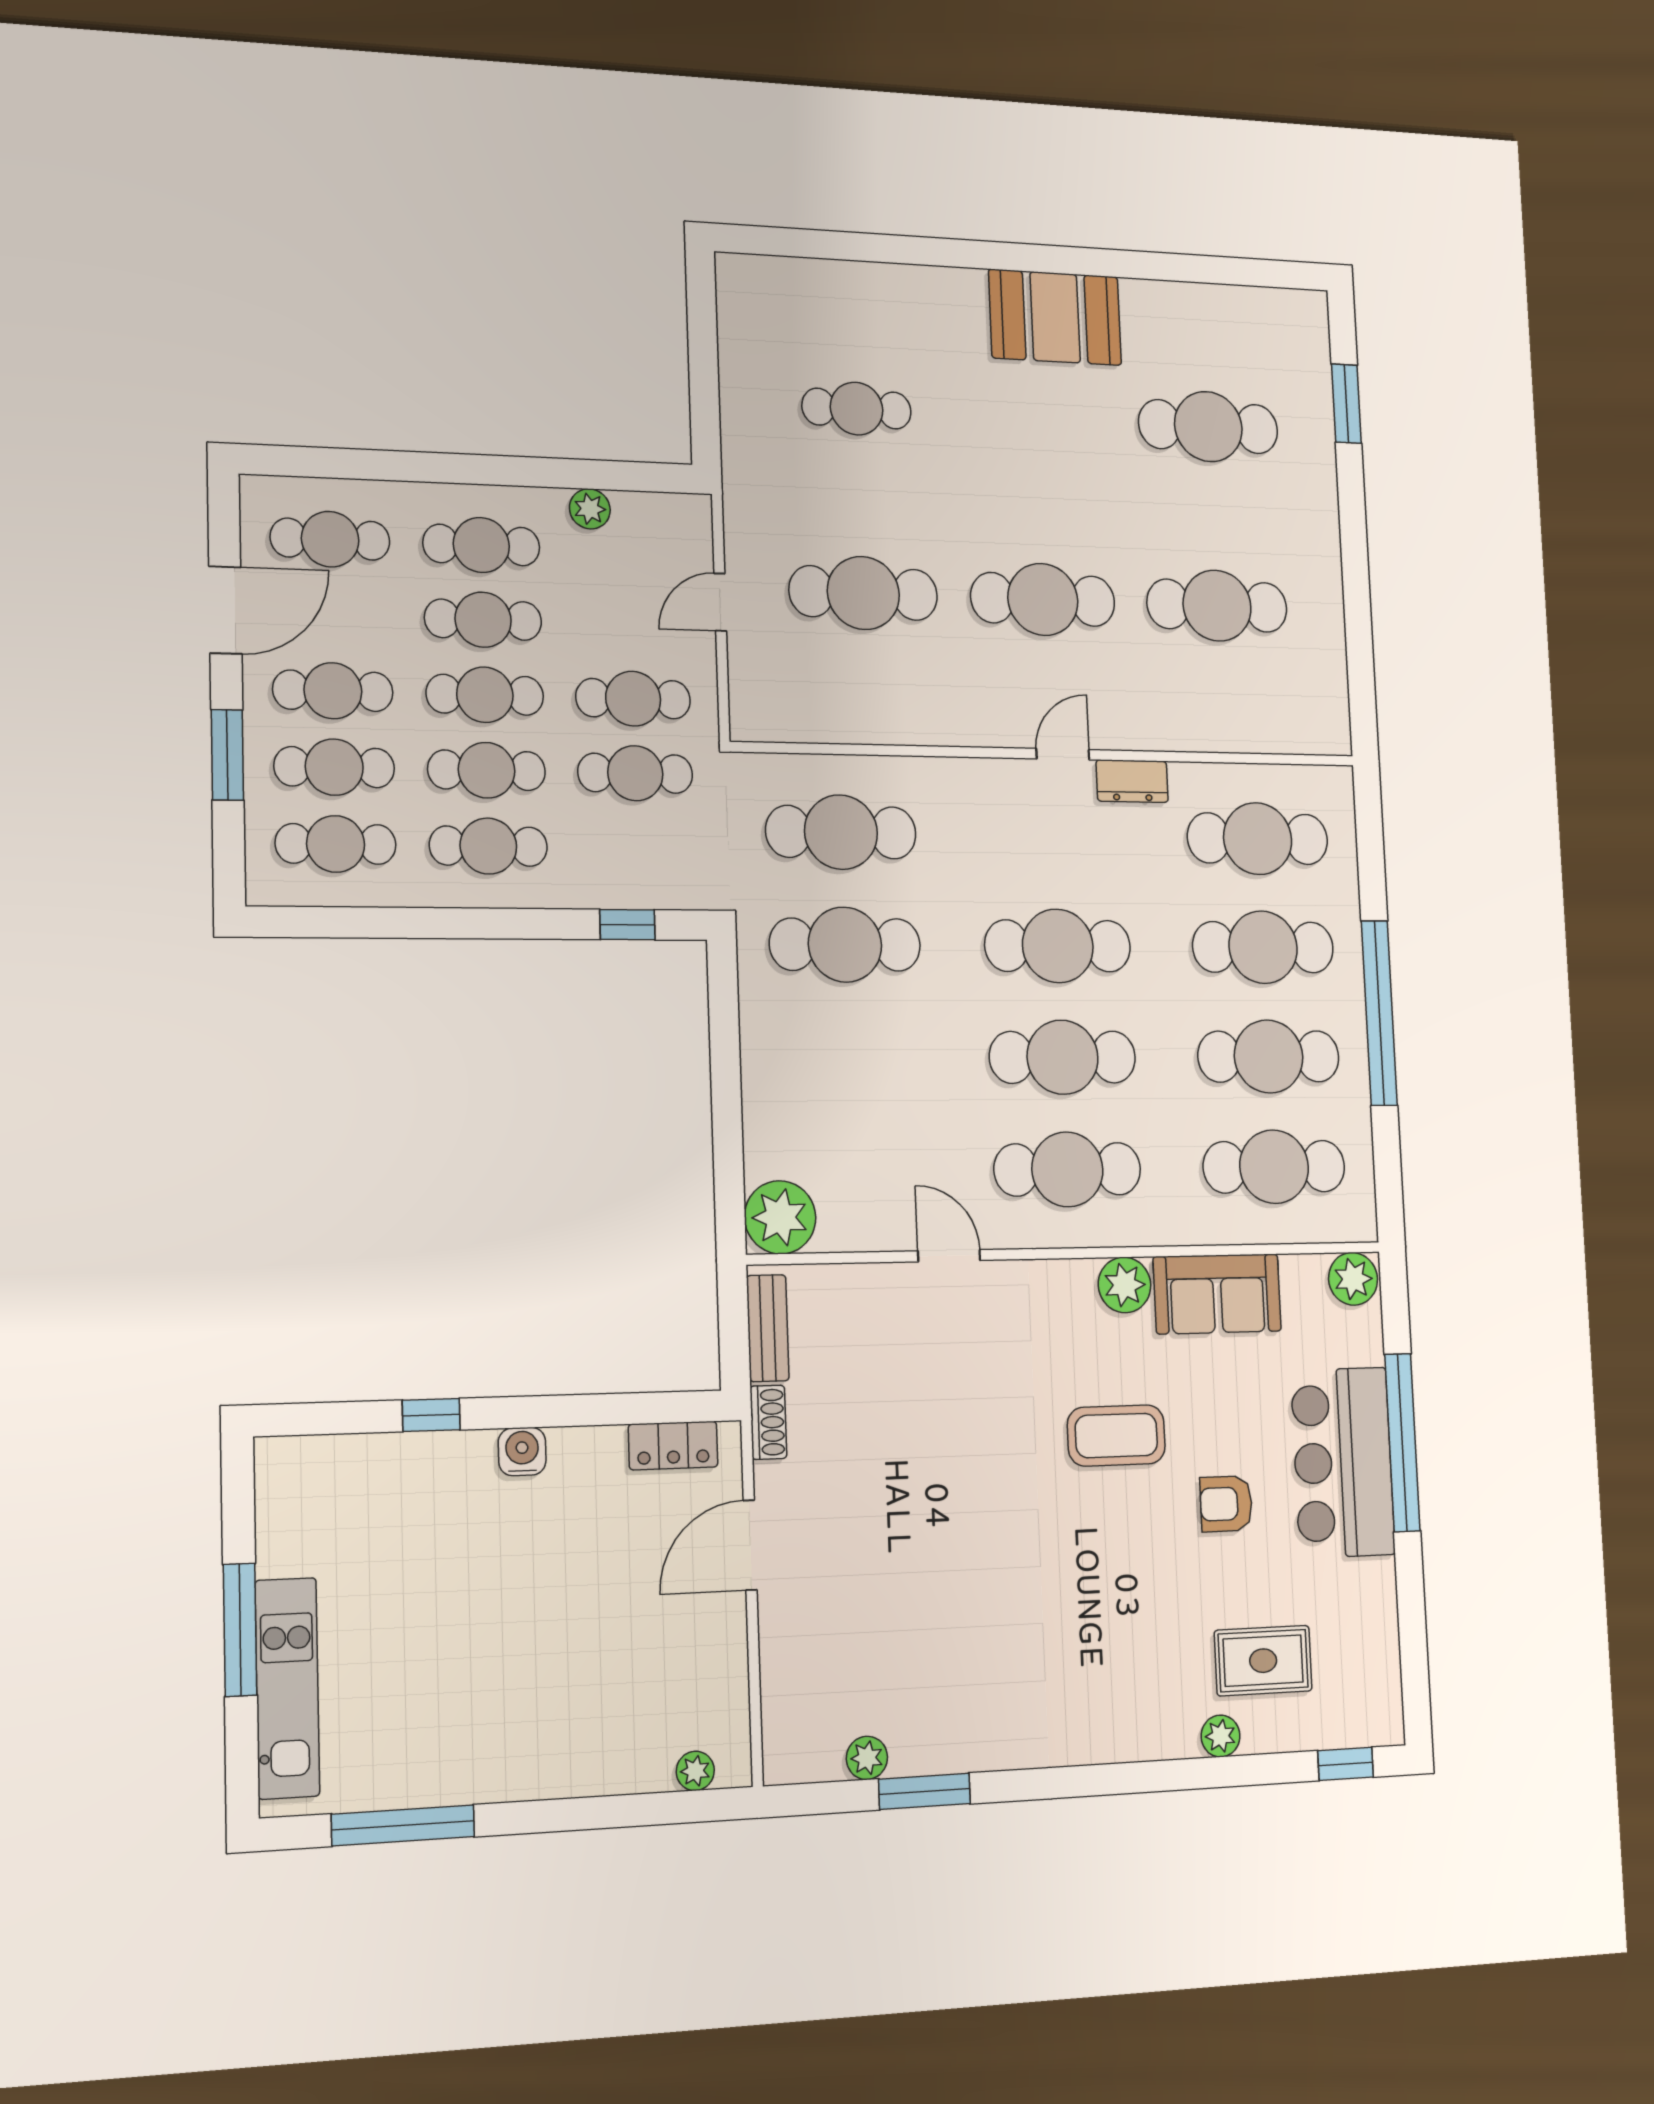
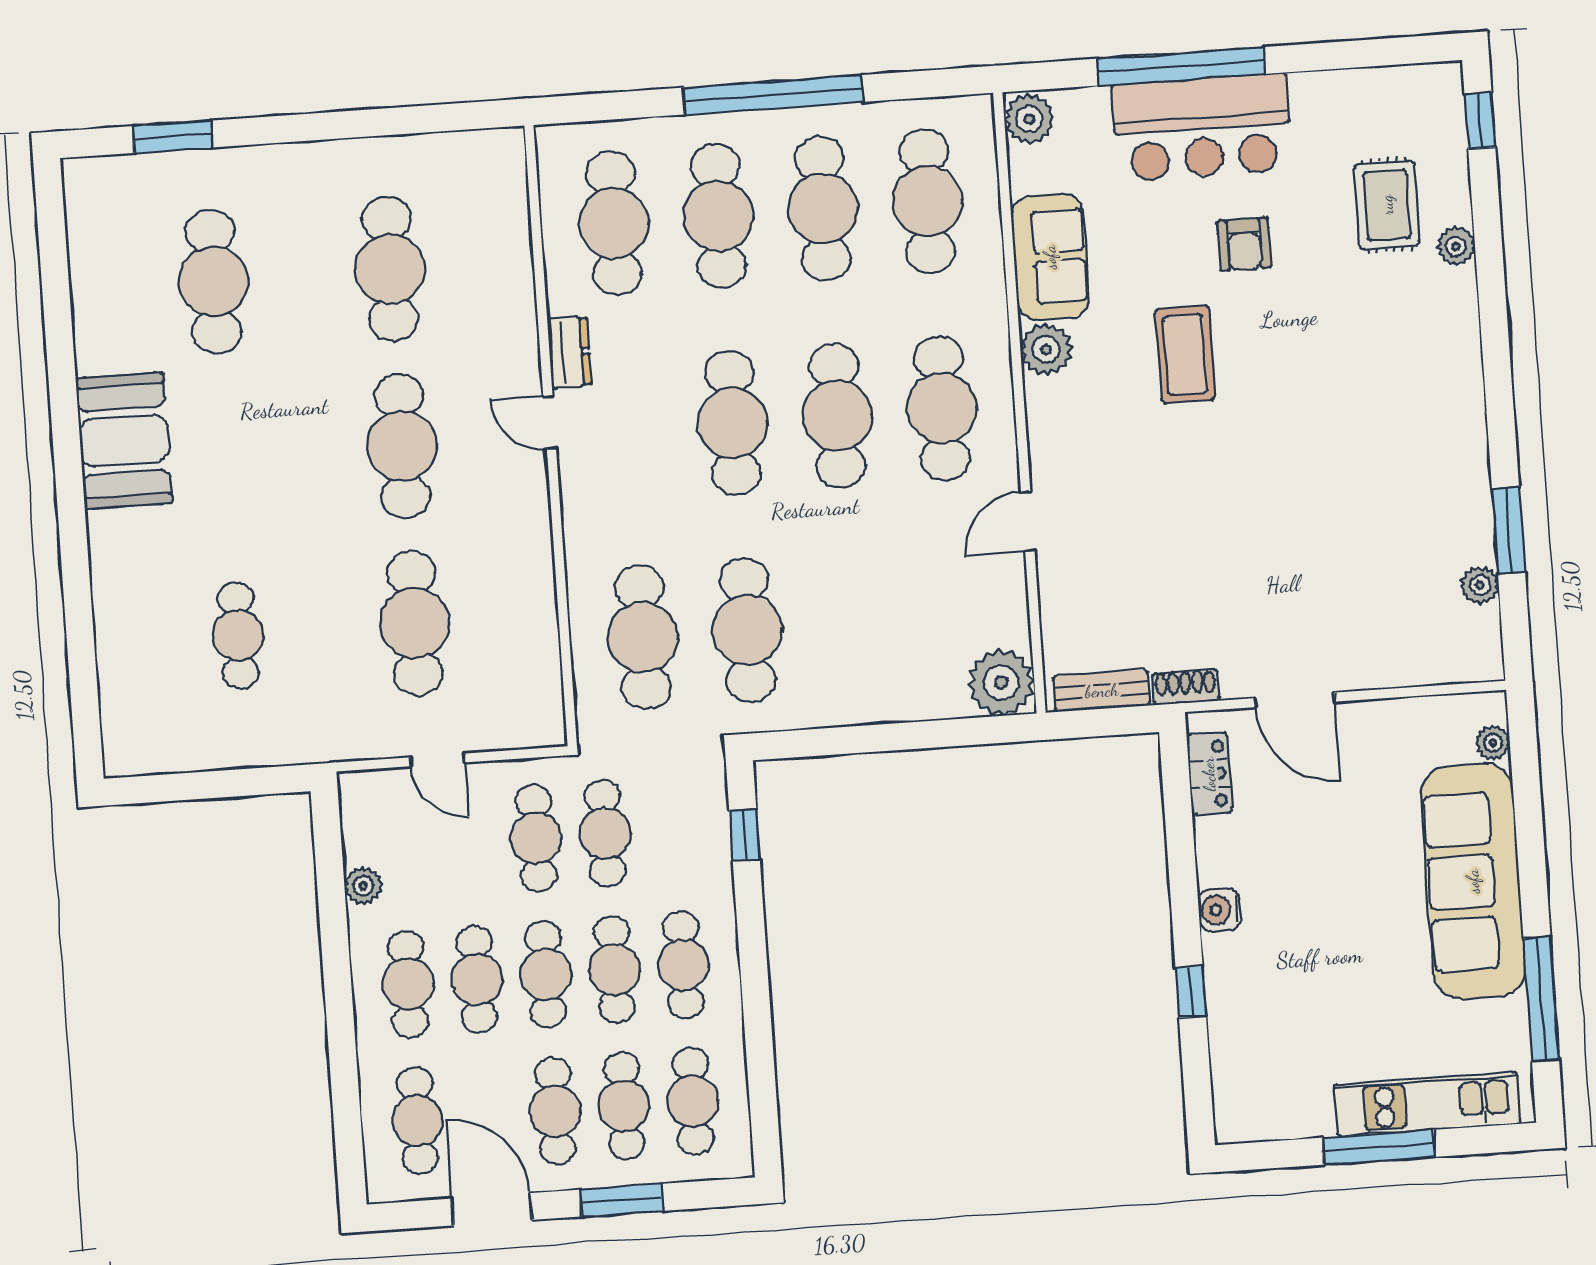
sofa: (541, 1746) -> (1473, 881), added

